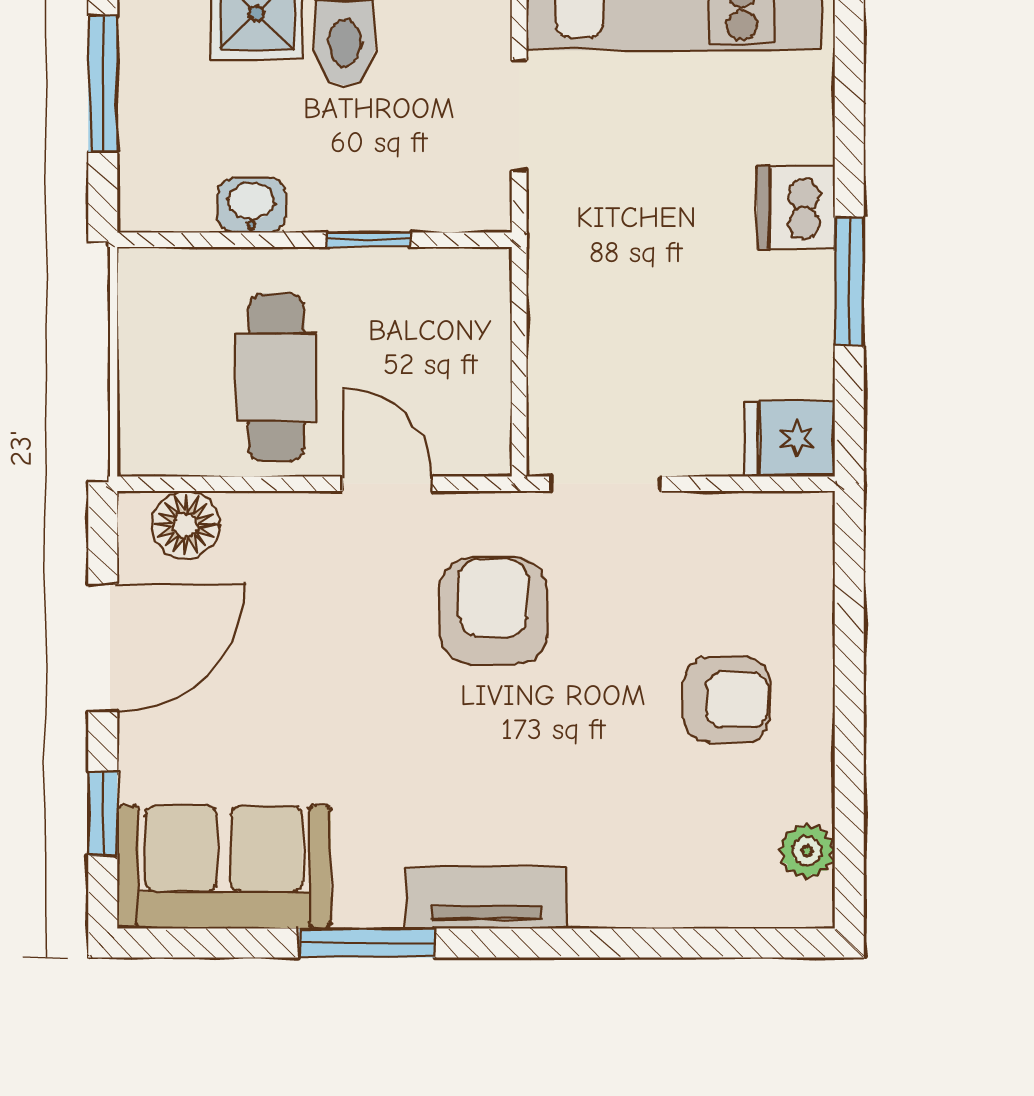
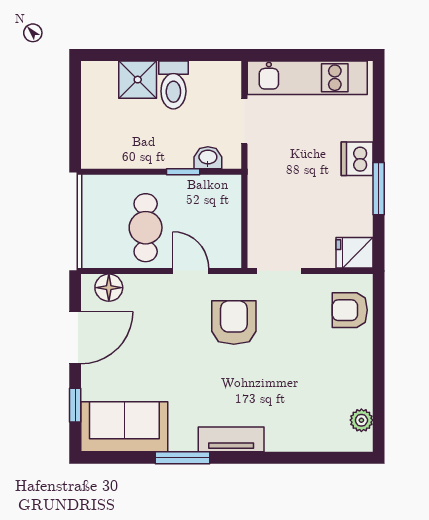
window: (103, 84) -> (75, 108), removed
washbasin: (251, 205) -> (208, 158), moved
armchair: (727, 700) -> (350, 310), moved, turned 180

